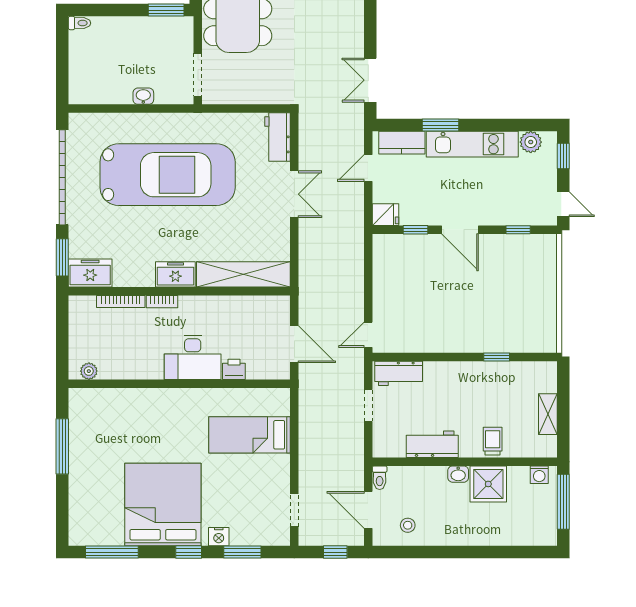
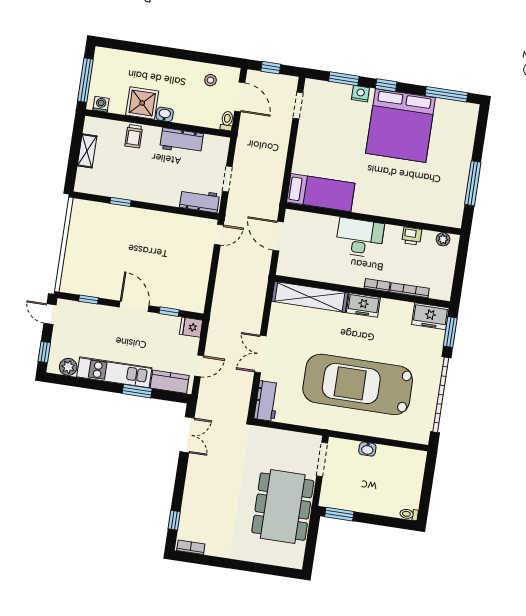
printer: (234, 369) -> (412, 236), moved
bed: (250, 435) -> (321, 193), moved

